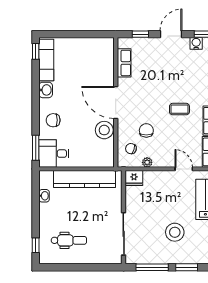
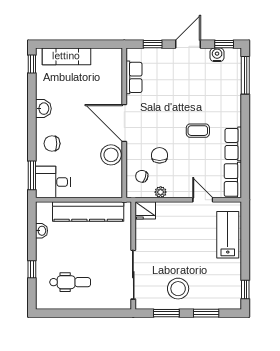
exam couch: (46, 60) -> (66, 56), moved, turned 90
stool: (175, 232) -> (178, 289), moved
window: (36, 245) -> (32, 269), moved
window: (152, 267) -> (166, 313), width x0.69

